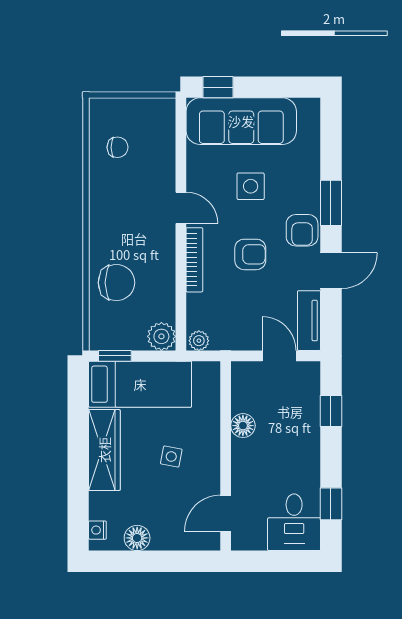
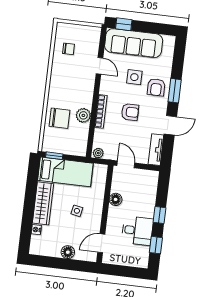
door: (181, 208) -> (99, 66), moved
armchair: (302, 230) -> (156, 87), moved
plant: (161, 336) -> (83, 115), moved
door: (279, 356) -> (126, 164), moved
window: (331, 411) -> (160, 215), moved
desk: (294, 522) -> (137, 231), moved, turned -90
nightstand: (97, 530) -> (36, 230), moved
floor lamp: (137, 538) -> (68, 252), moved

